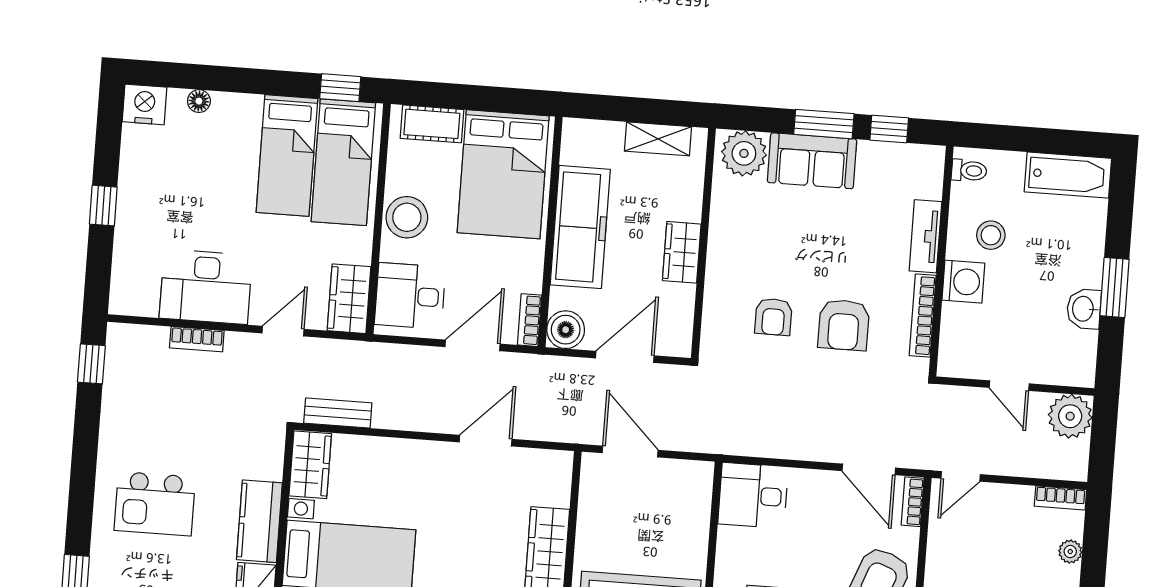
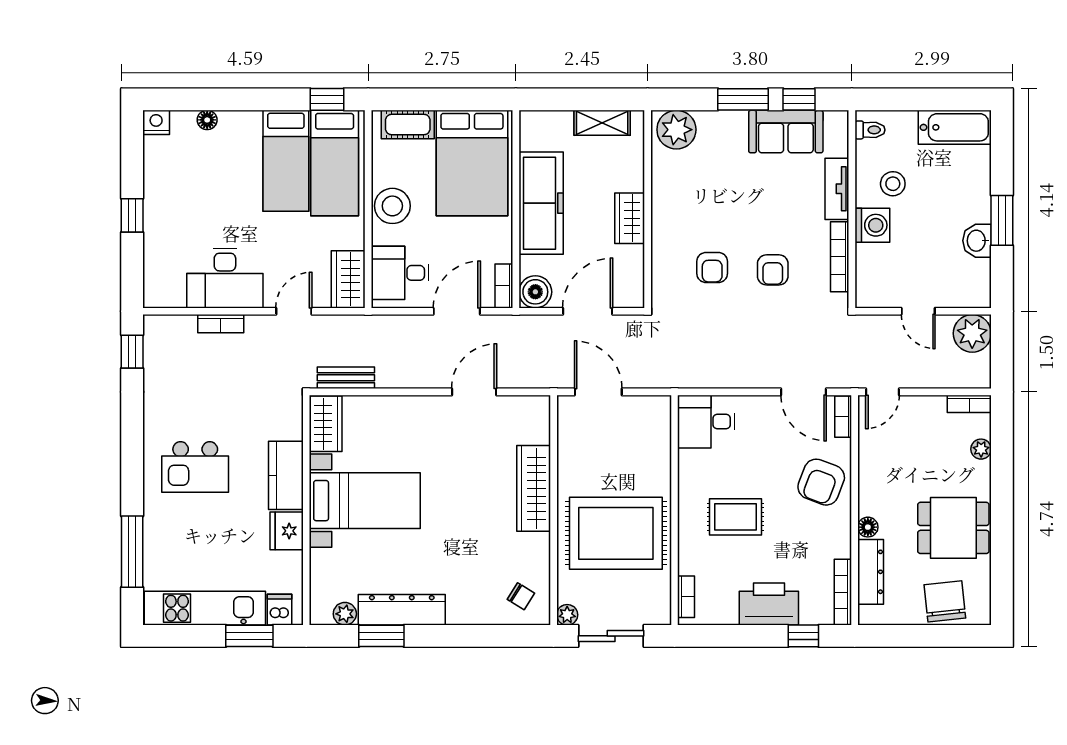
nightstand: (145, 104) -> (156, 122), width x0.74, depth x0.75
sofa: (812, 161) -> (786, 132), moved
armchair: (844, 325) -> (773, 270), width x0.72, depth x0.72

